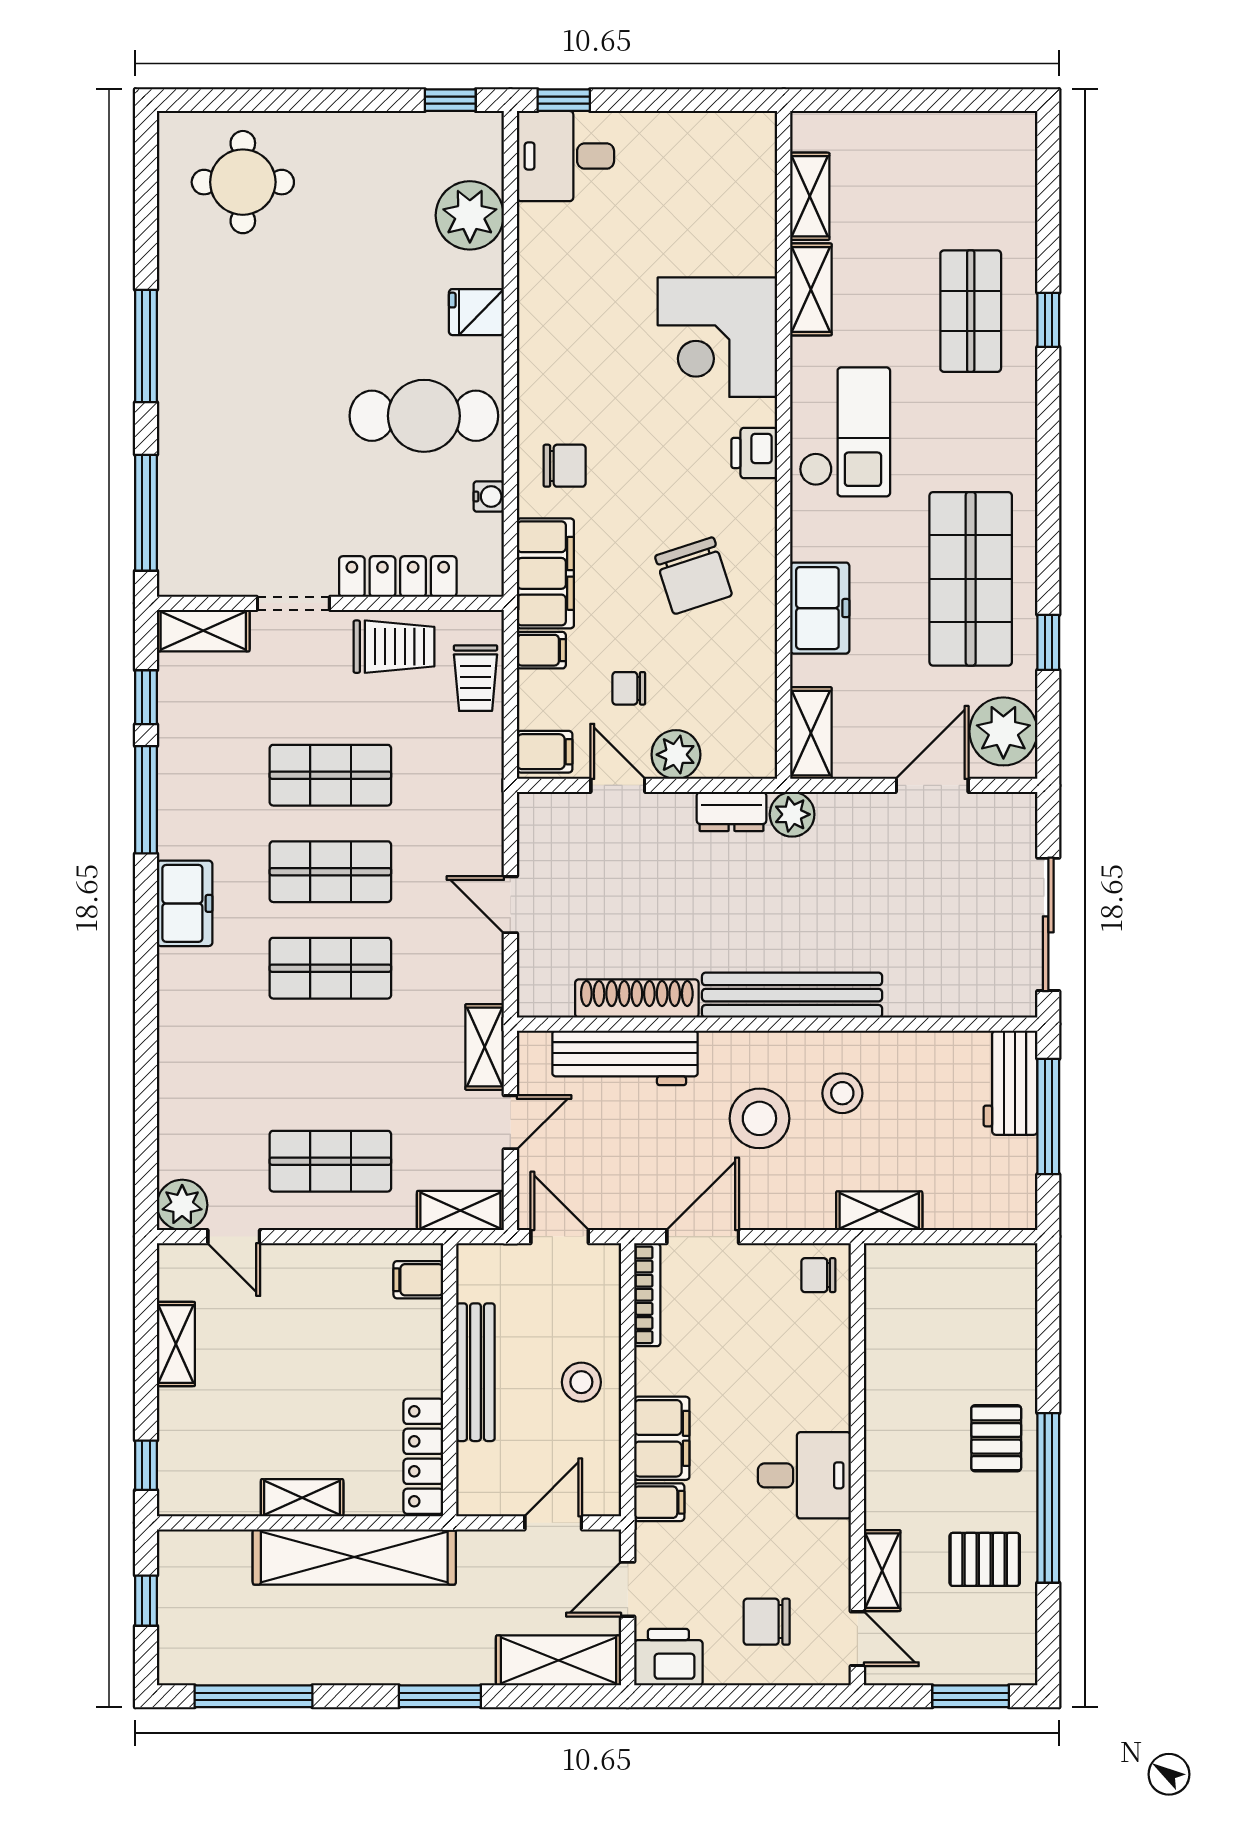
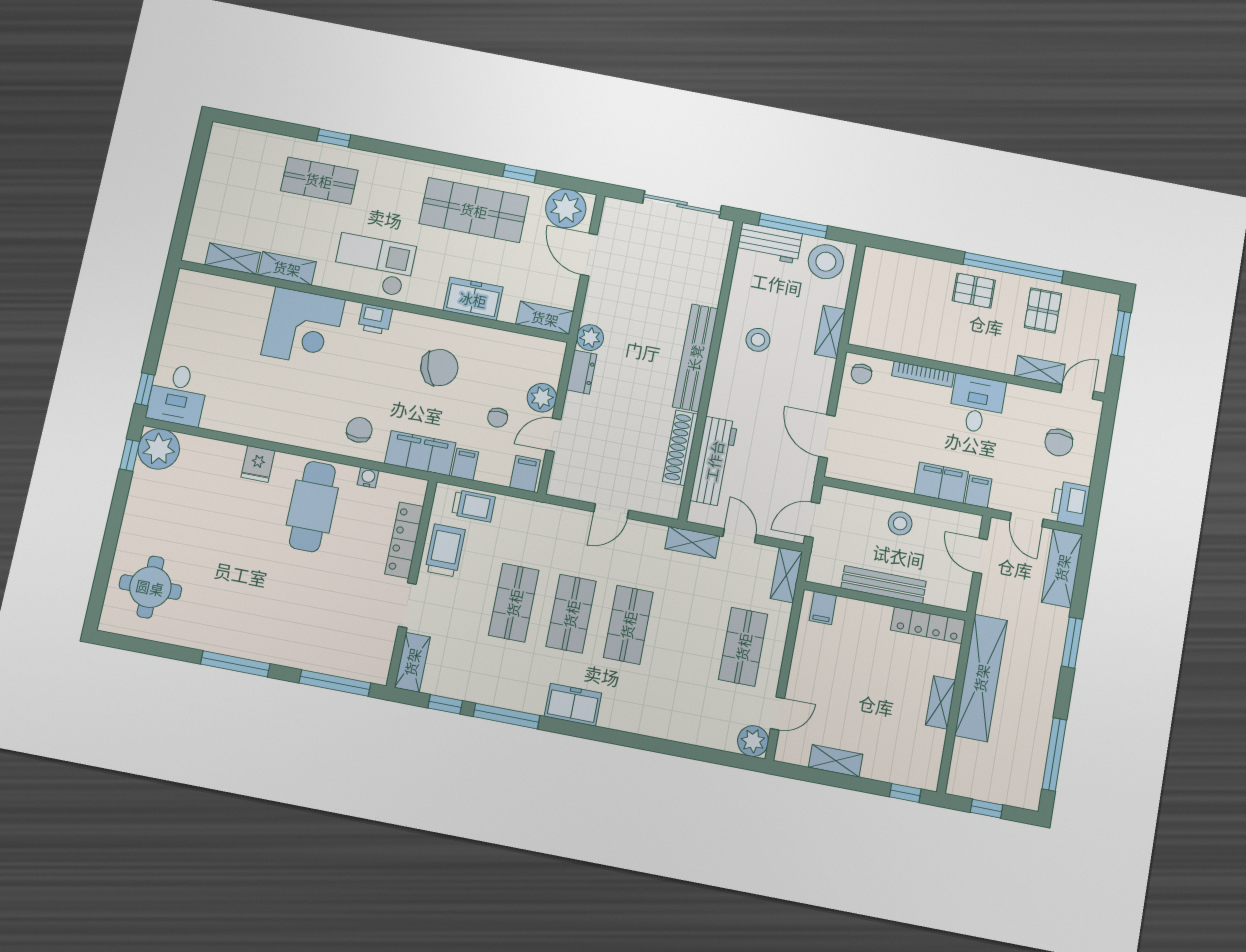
plant: (470, 215) -> (159, 449), moved
stool: (759, 1118) -> (826, 262), moved
bookcase: (647, 1295) -> (923, 374), moved, turned 180

